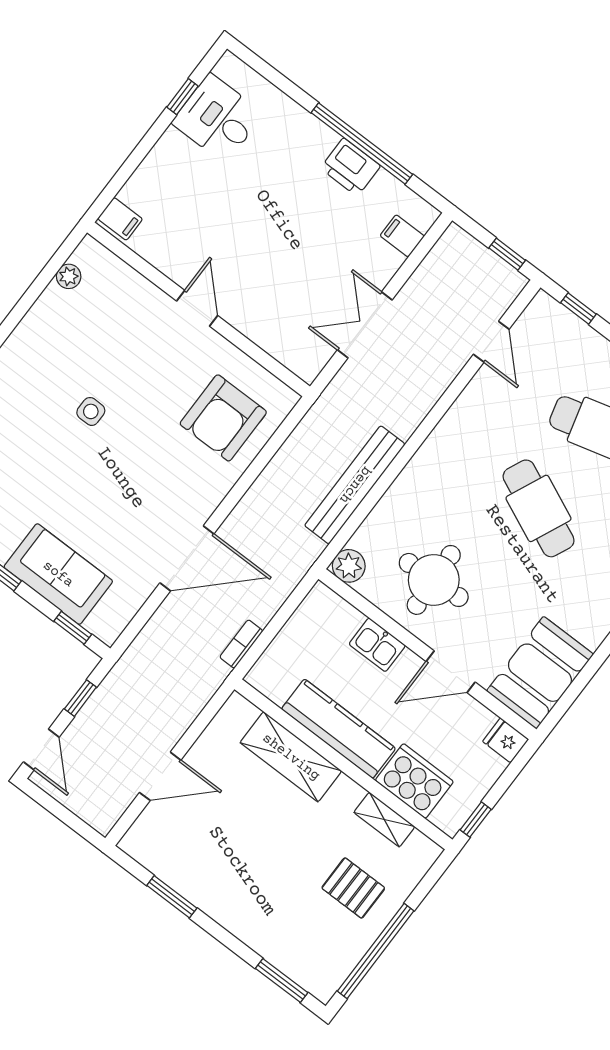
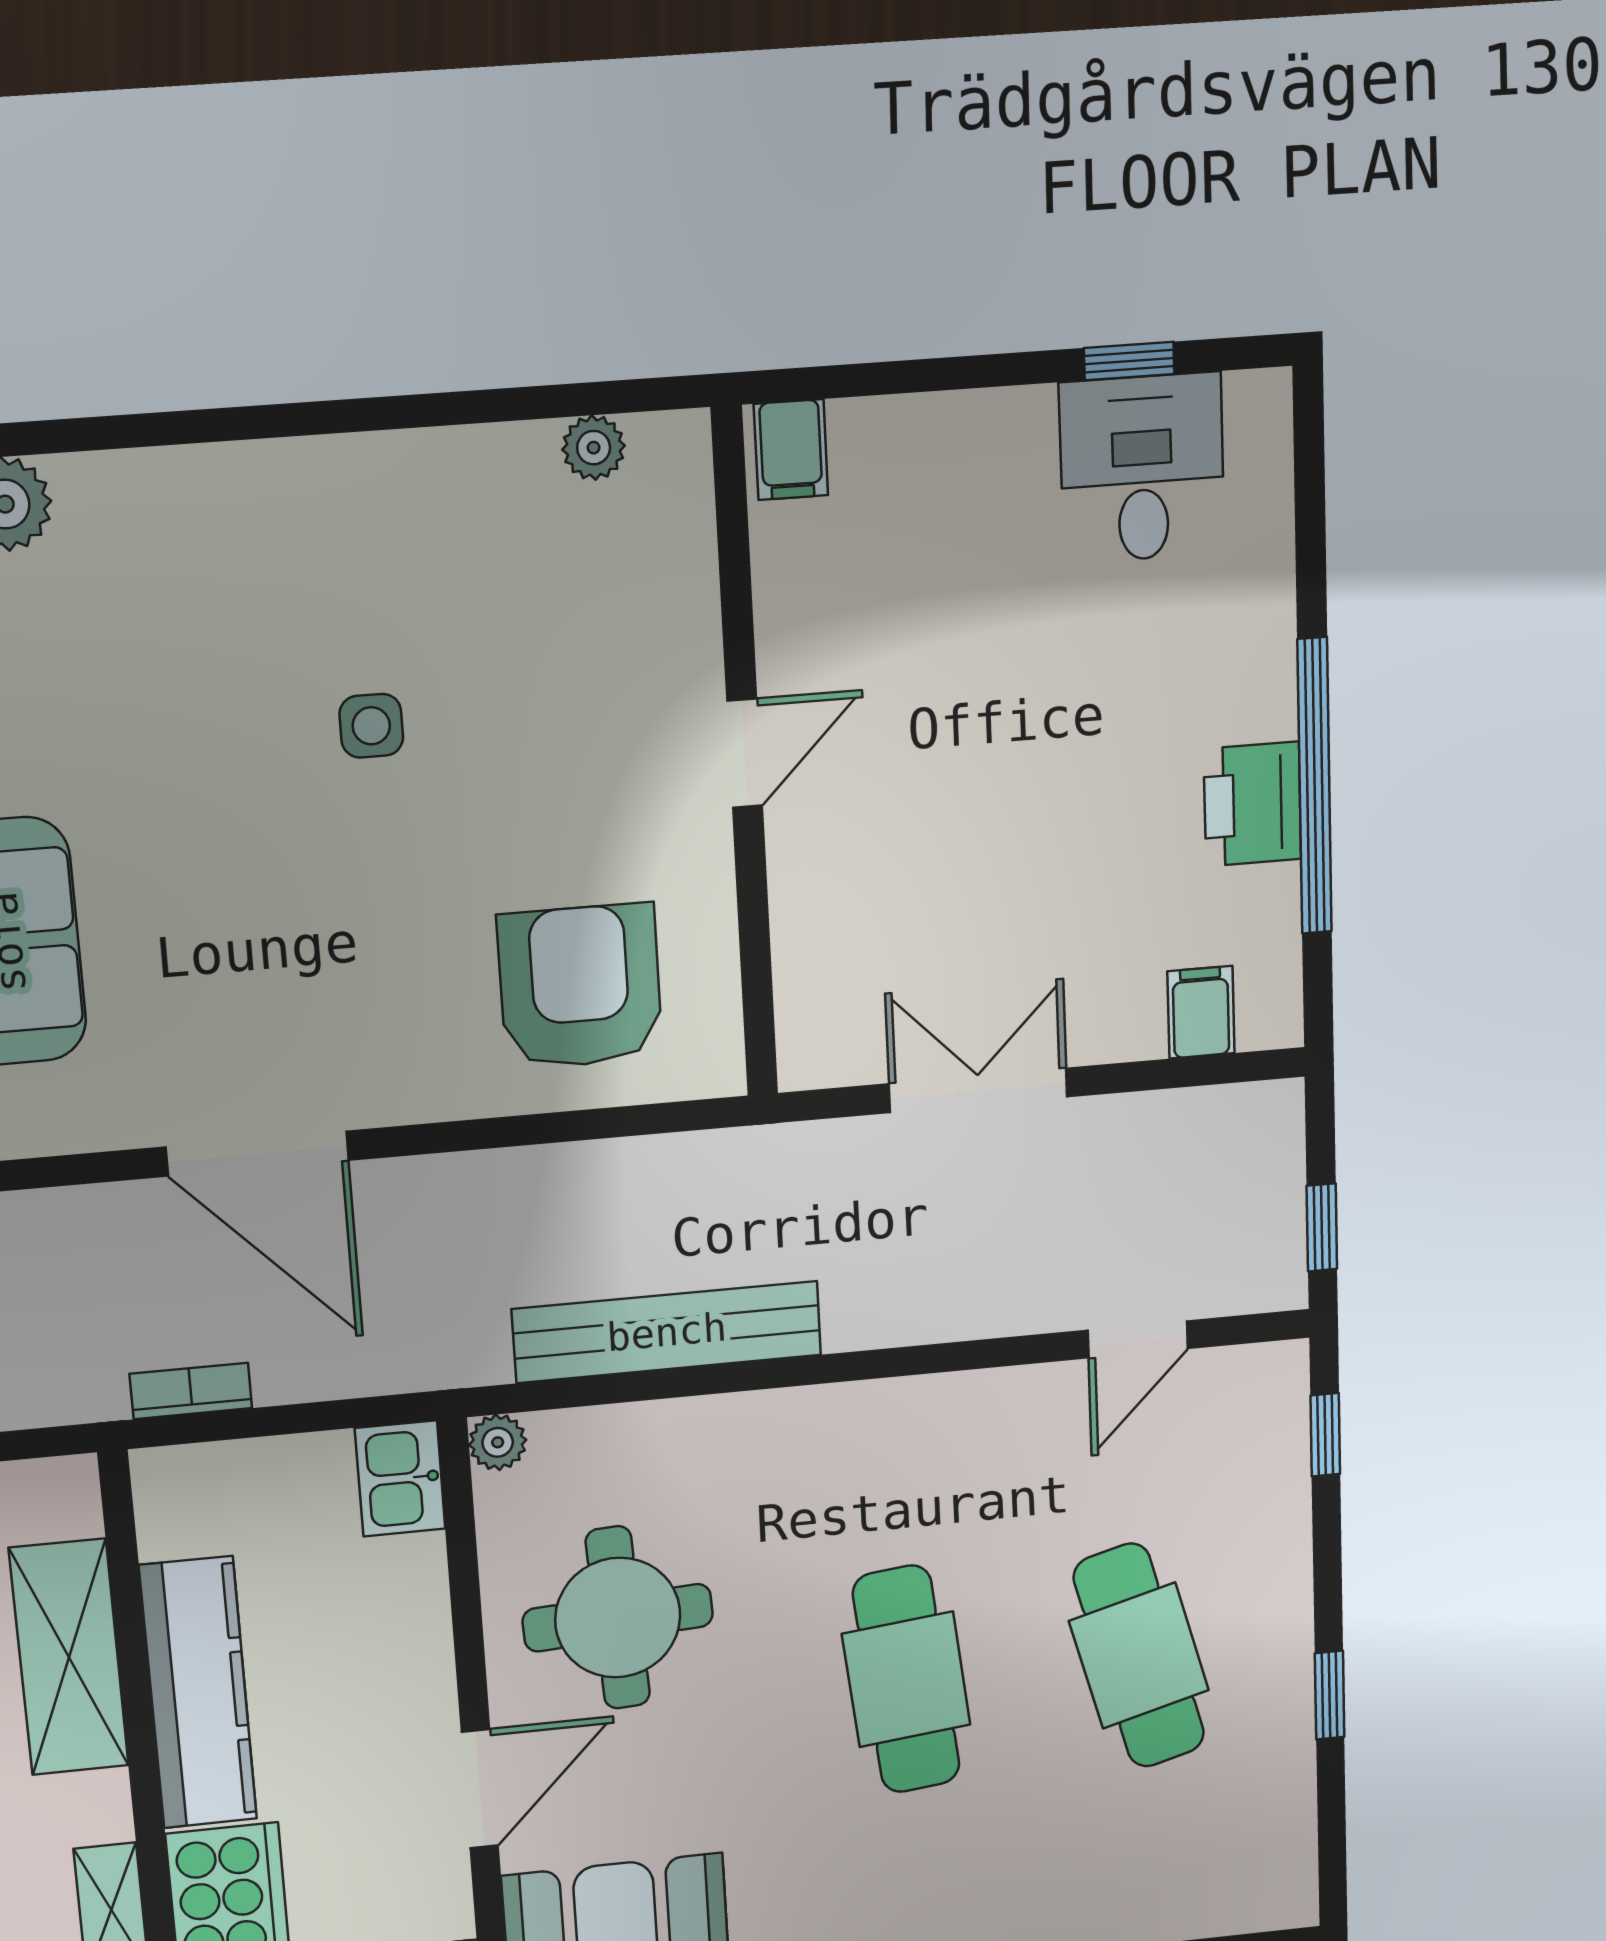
armchair: (223, 418) -> (580, 987), turned 90
cafe table: (539, 508) -> (906, 1679), turned -30
plant: (349, 566) -> (498, 1442), width x0.73, depth x0.73
kitchen sink: (377, 645) -> (400, 1479), moved
door: (451, 672) -> (480, 1789), swing flipped

